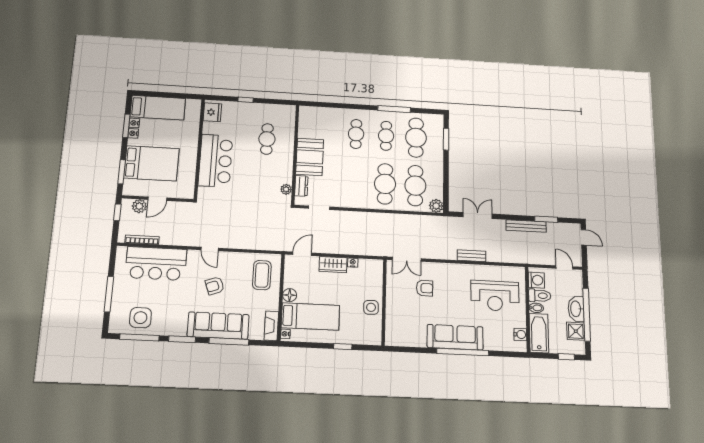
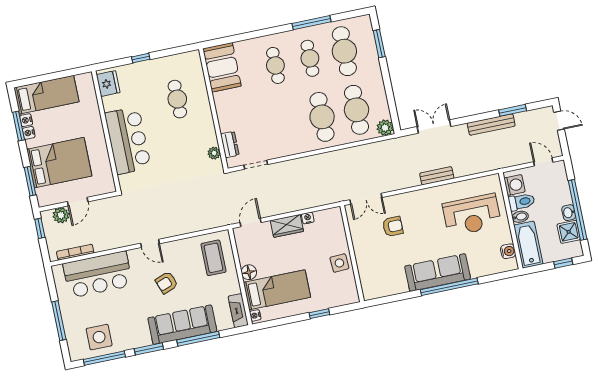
booth: (310, 157) -> (222, 67), moved
washbasin: (576, 309) -> (569, 213), width x0.52, depth x0.69

